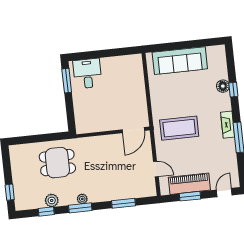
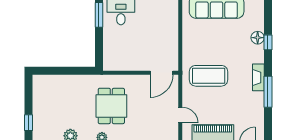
dining table: (57, 163) -> (111, 106), moved, turned 90

